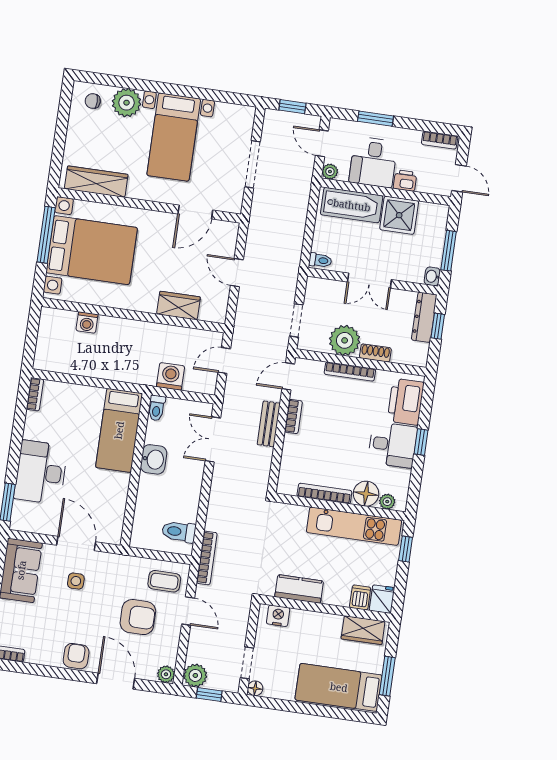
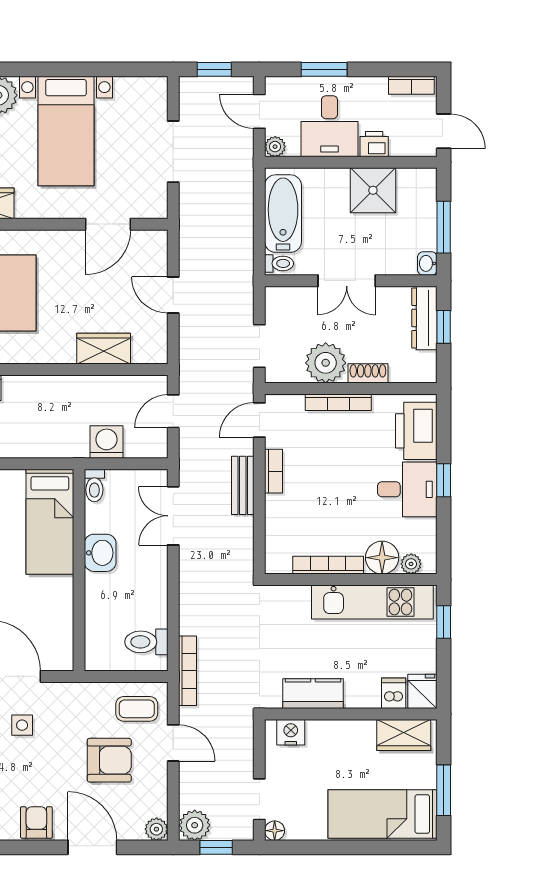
bathtub: (352, 205) -> (283, 214), moved, turned -90

